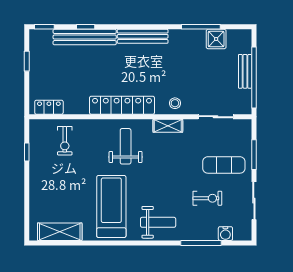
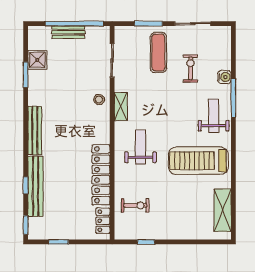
window: (201, 27) -> (26, 75), width x0.69
locker: (122, 105) -> (101, 175), moved
weight bench: (126, 146) -> (140, 147), turned 90
water cooler: (225, 234) -> (224, 77), moved
window: (201, 243) -> (233, 98), moved

